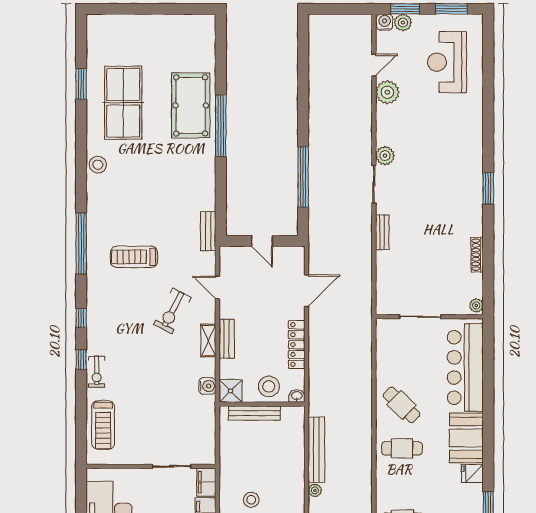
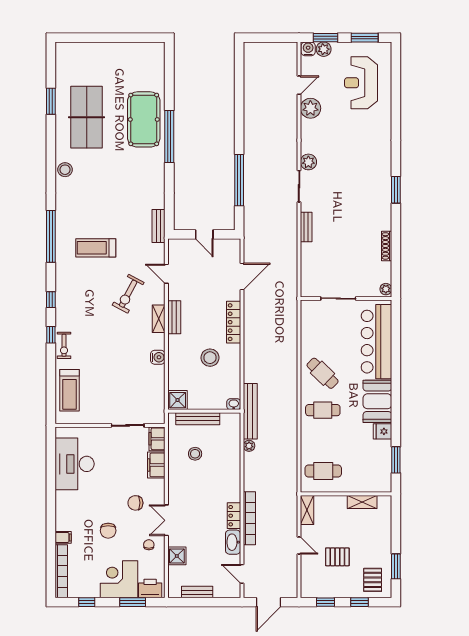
shower: (231, 391) -> (178, 400), moved
washbasin: (297, 396) -> (234, 404), moved
wall: (262, 404) -> (204, 411), moved
bench: (254, 413) -> (198, 419), moved

